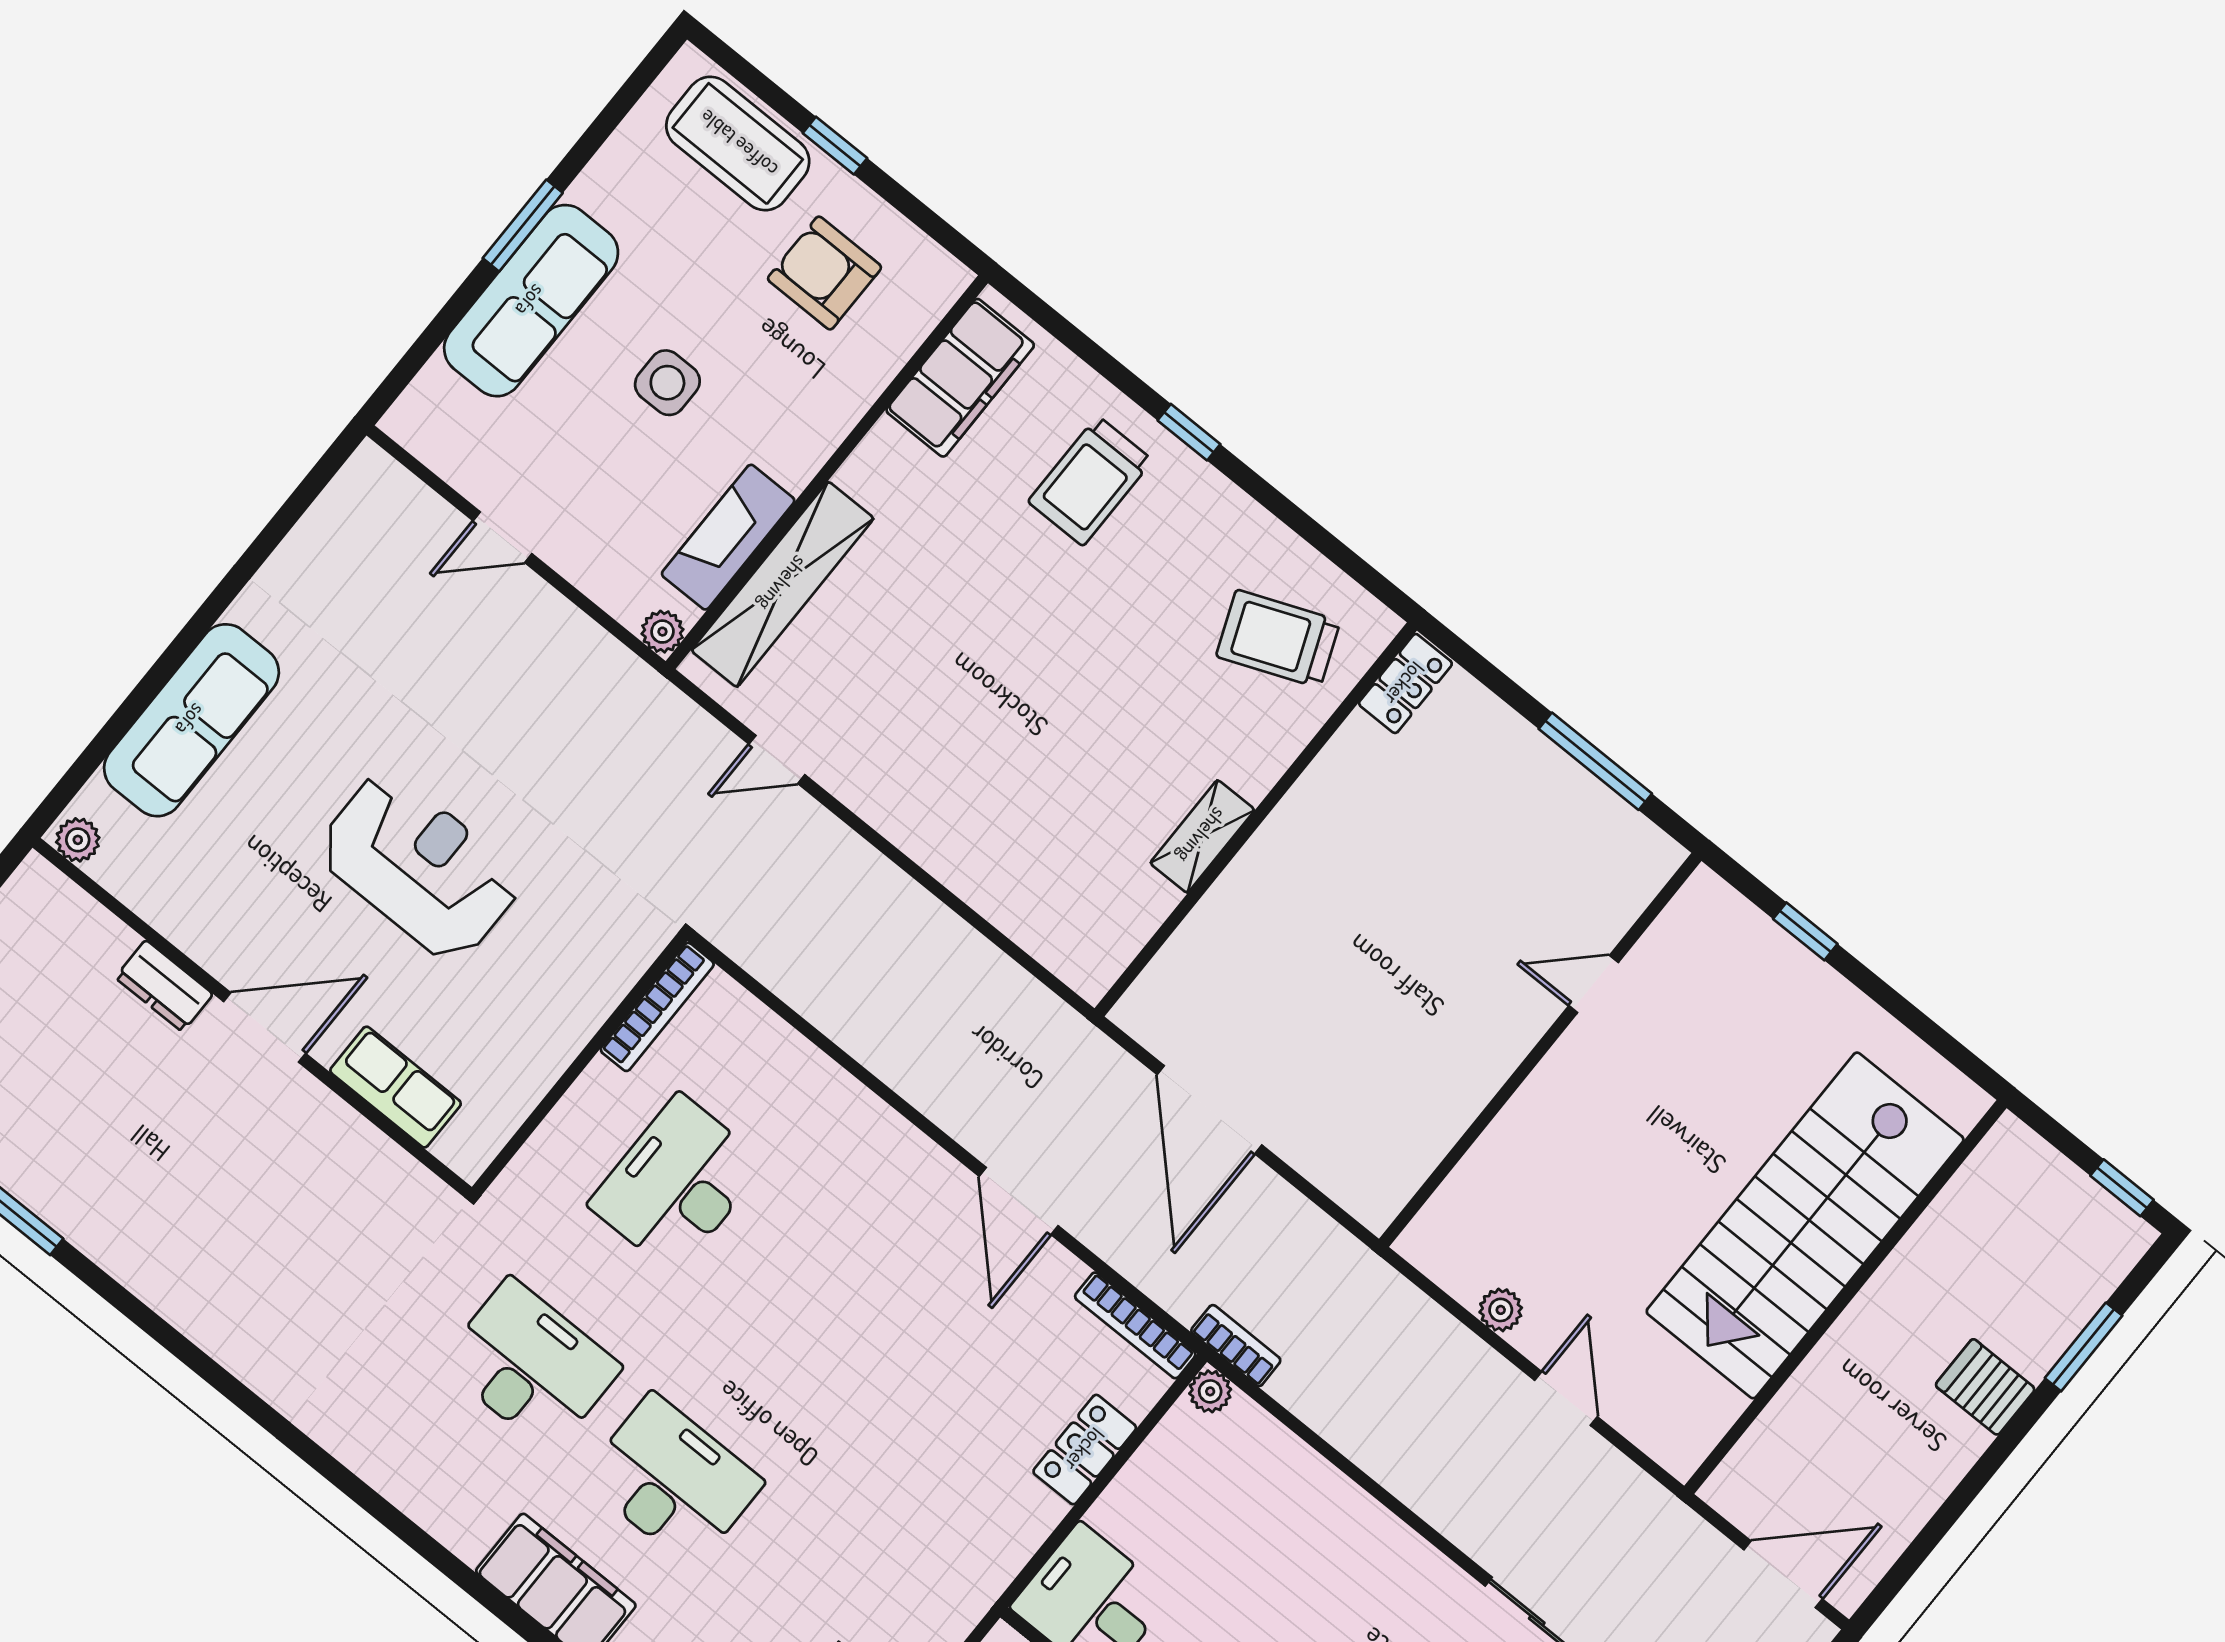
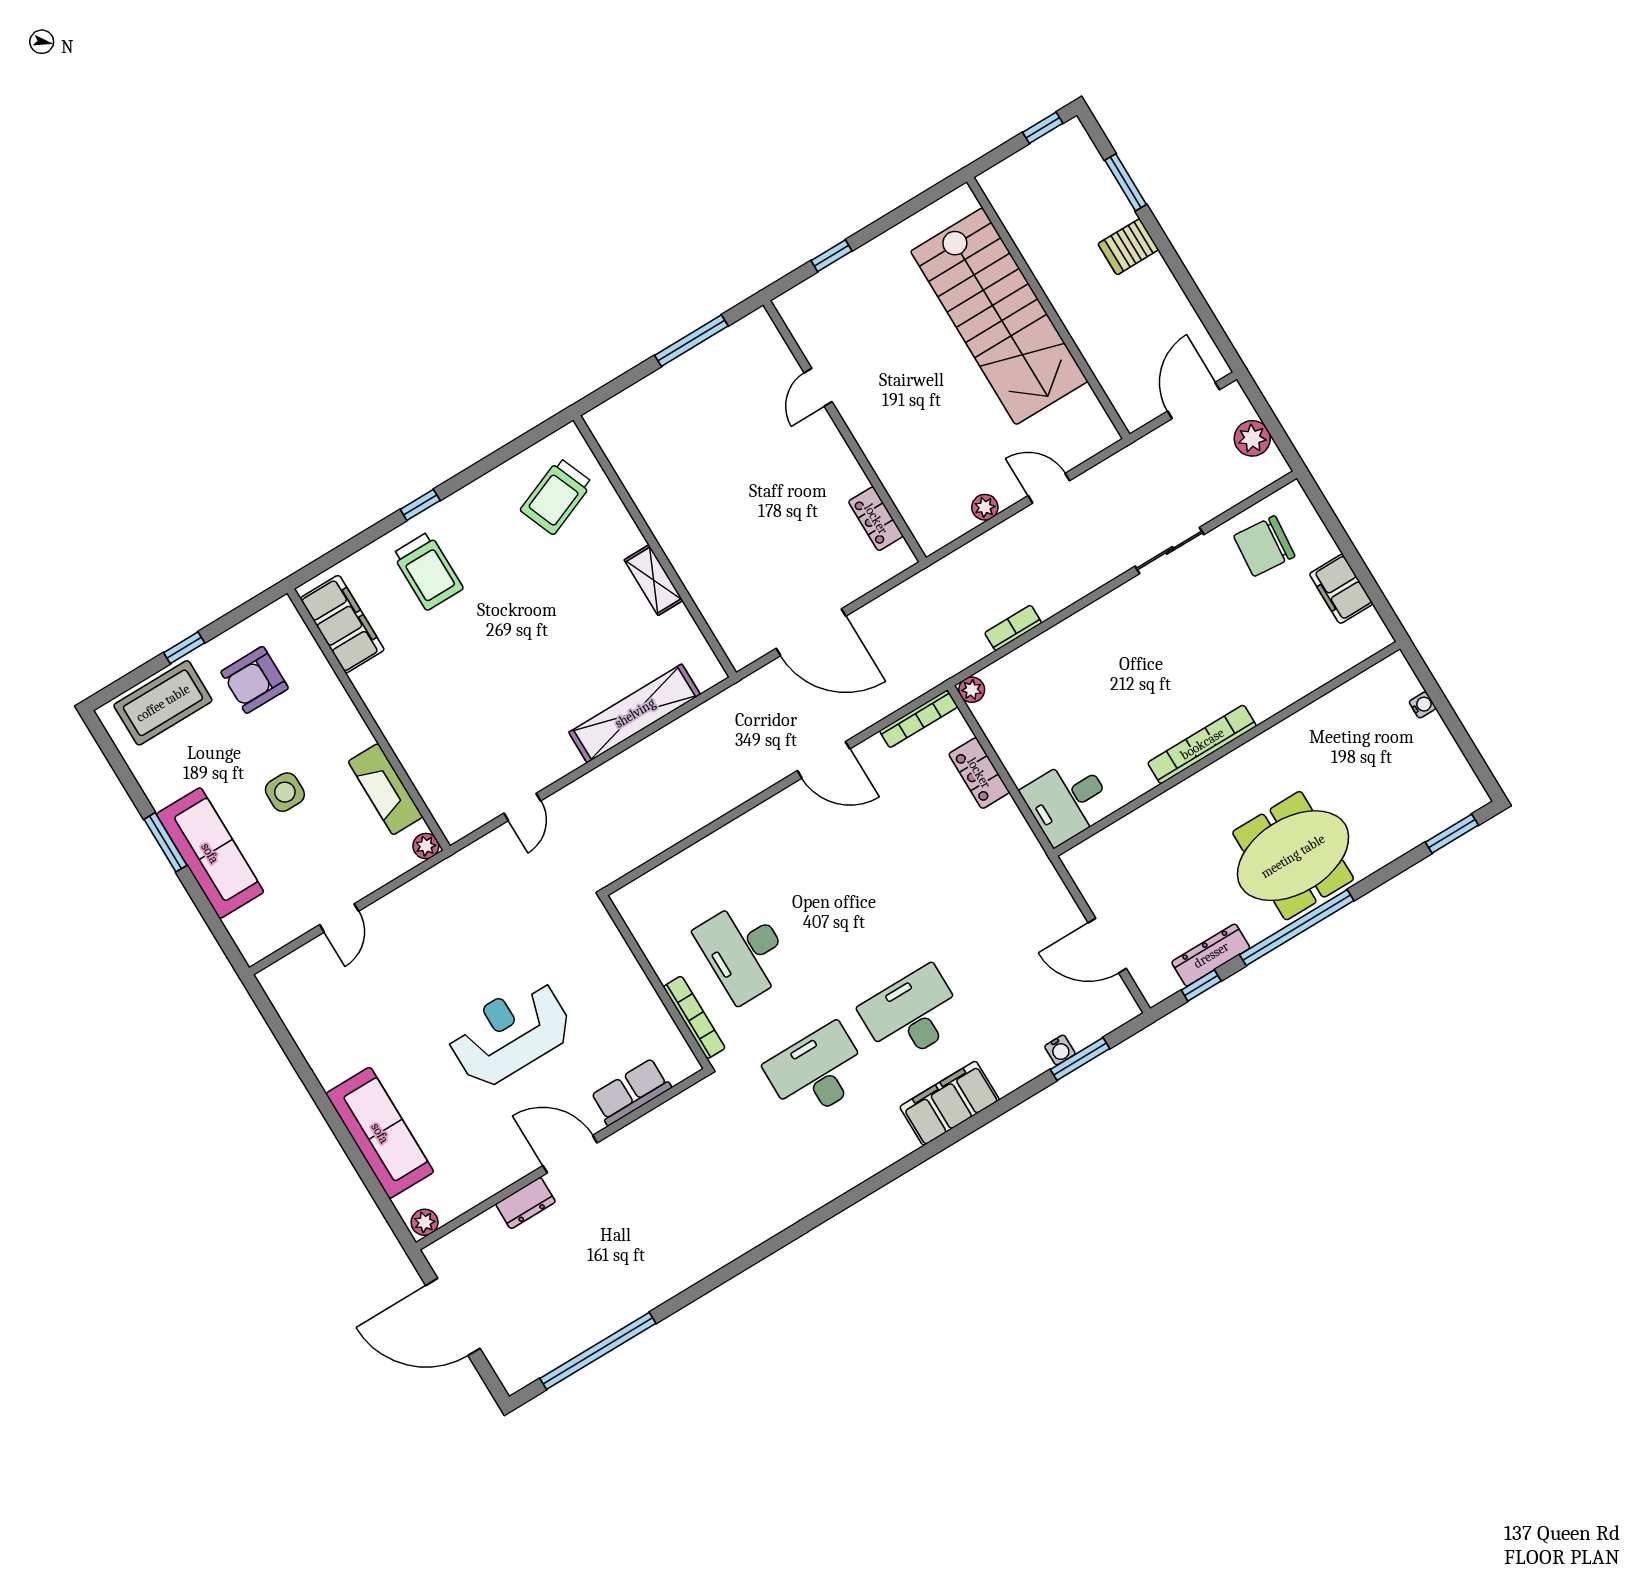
shelving: (783, 584) -> (635, 713), moved, turned 90
locker: (1405, 684) -> (876, 519), moved, turned 180
bookcase: (657, 1007) -> (694, 1017), moved
door: (265, 1027) -> (570, 1154), hinge flipped
bookcase: (1236, 1346) -> (1013, 628), moved

